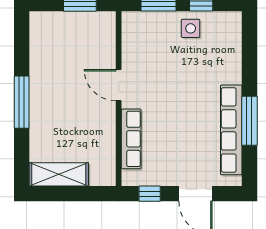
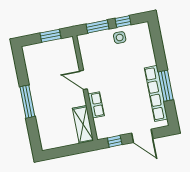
row of seats: (131, 139) -> (96, 105), width x0.68
shelving: (59, 174) -> (83, 124), moved, turned 90

